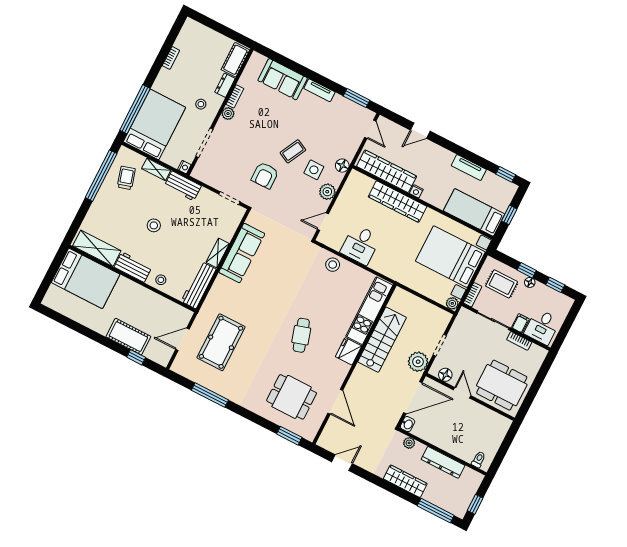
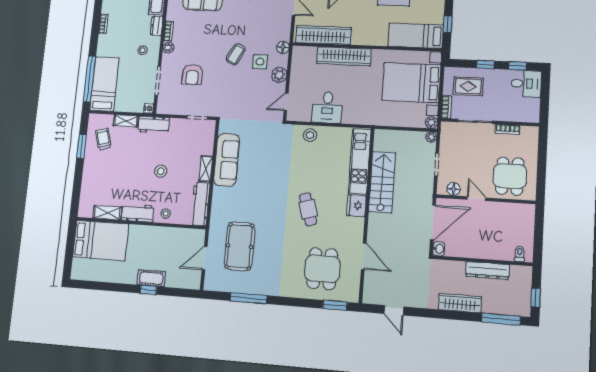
bed: (154, 125) -> (104, 84), width x0.67
armchair: (265, 175) -> (192, 75), moved
window: (101, 176) -> (82, 147), width x0.47
nightstand: (416, 191) -> (357, 40), removed
stool: (154, 225) -> (161, 171), moved
shelving: (97, 248) -> (107, 213), width x0.67, depth x0.75
floor lamp: (530, 282) -> (493, 74), removed
filing cabinet: (520, 323) -> (501, 113), removed
desk: (542, 327) -> (526, 84), moved, turned -90
cot: (128, 337) -> (151, 278), width x0.73, depth x0.75
window: (136, 357) -> (148, 290), moved
plant: (418, 362) -> (431, 137), moved, width x0.53, depth x0.53
dining table: (502, 385) -> (510, 176), width x0.73
dining table: (292, 397) -> (322, 269), turned 90
plant: (409, 443) -> (448, 266), removed
door: (342, 463) -> (394, 310), swing flipped

